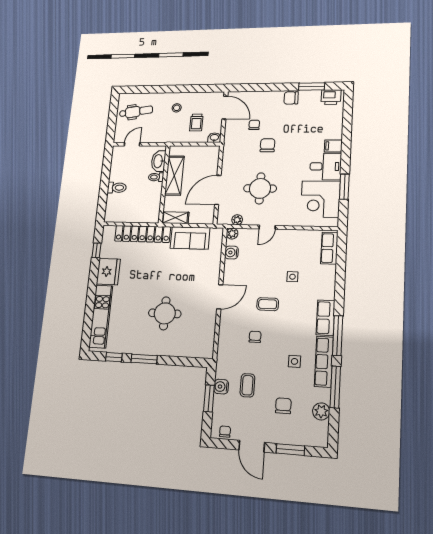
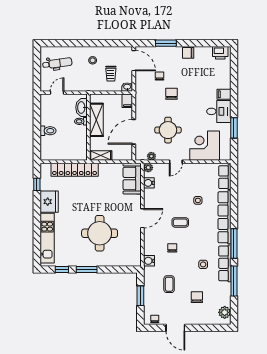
window: (312, 86) -> (166, 43), moved
filing cabinet: (213, 154) -> (127, 101), added
corner desk: (320, 199) -> (205, 146), moved, turned 90
sofa: (190, 238) -> (132, 179), moved, turned 90
round table: (165, 313) -> (100, 233), width x1.36, depth x1.36
row of seats: (325, 318) -> (224, 217), width x2.02
water cooler: (221, 387) -> (149, 261), moved
plant: (321, 411) -> (225, 312), moved
window: (290, 450) -> (204, 328), removed

